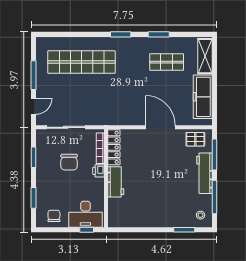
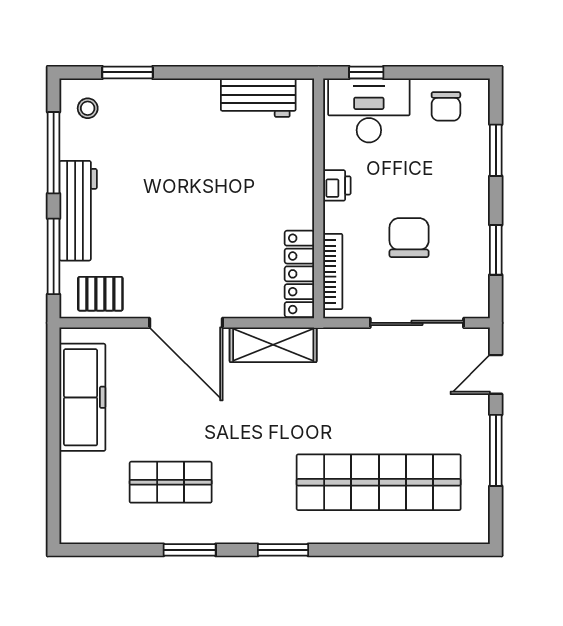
shelving: (205, 56) -> (273, 345), moved, turned 90
printer: (99, 171) -> (337, 185), moved
workbench: (116, 182) -> (258, 98), moved, turned -90

